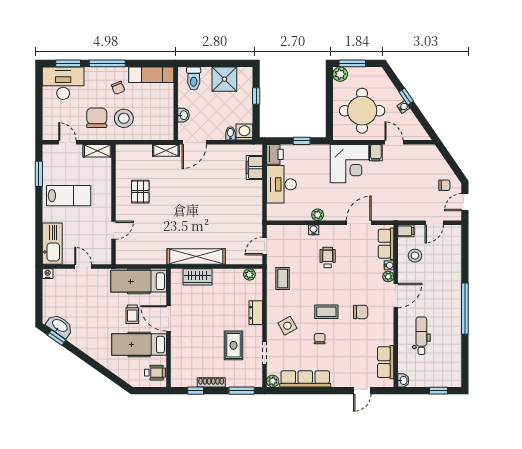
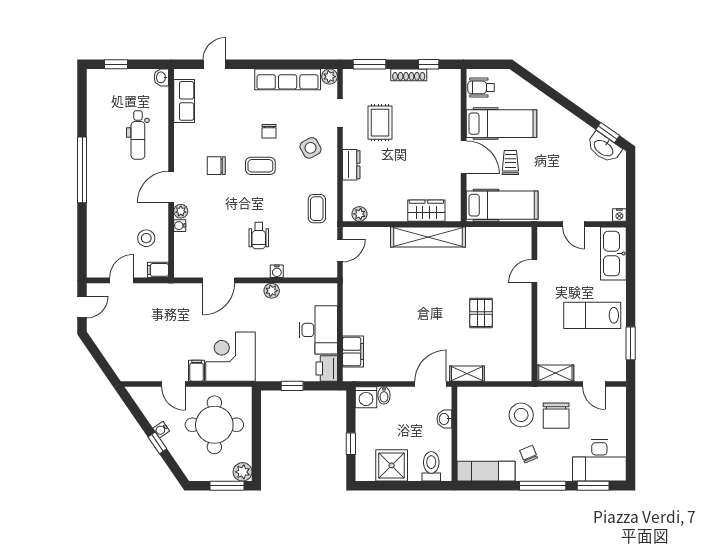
chair: (444, 185) -> (108, 329), removed
pallet: (140, 192) -> (481, 313), moved
row of seats: (386, 244) -> (184, 253), removed

